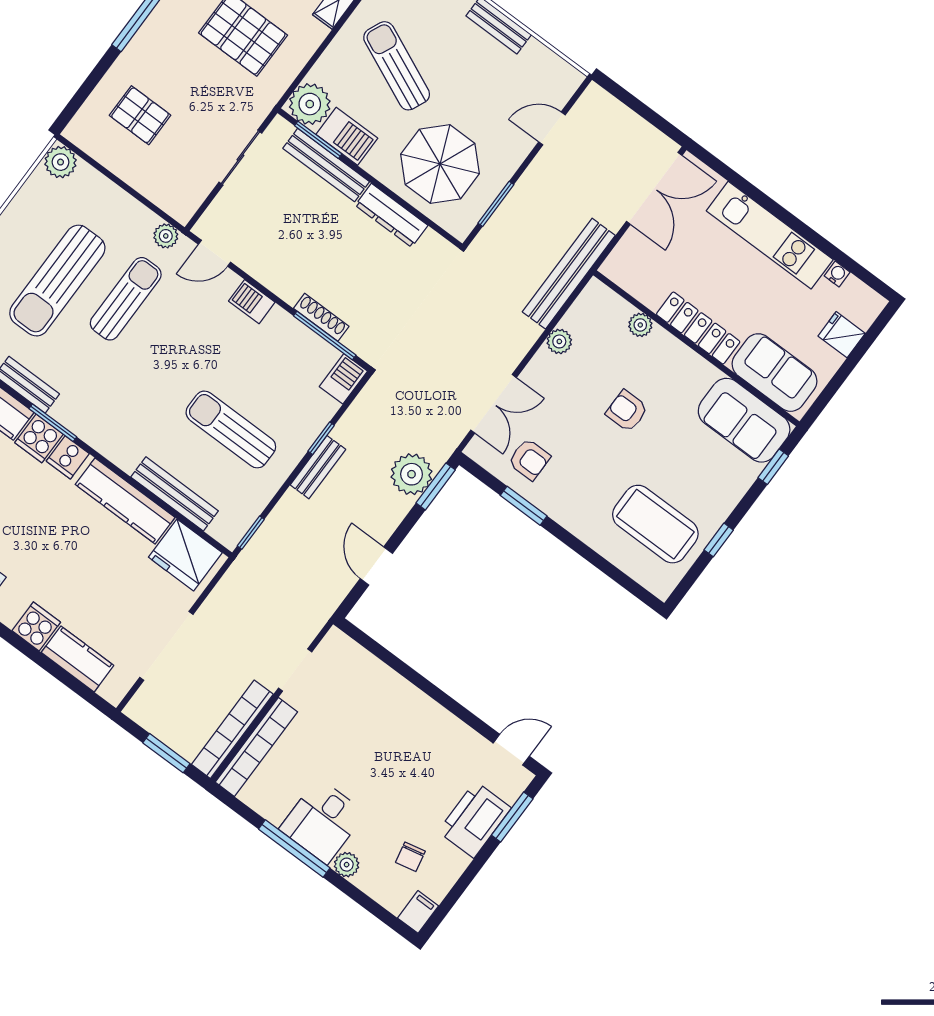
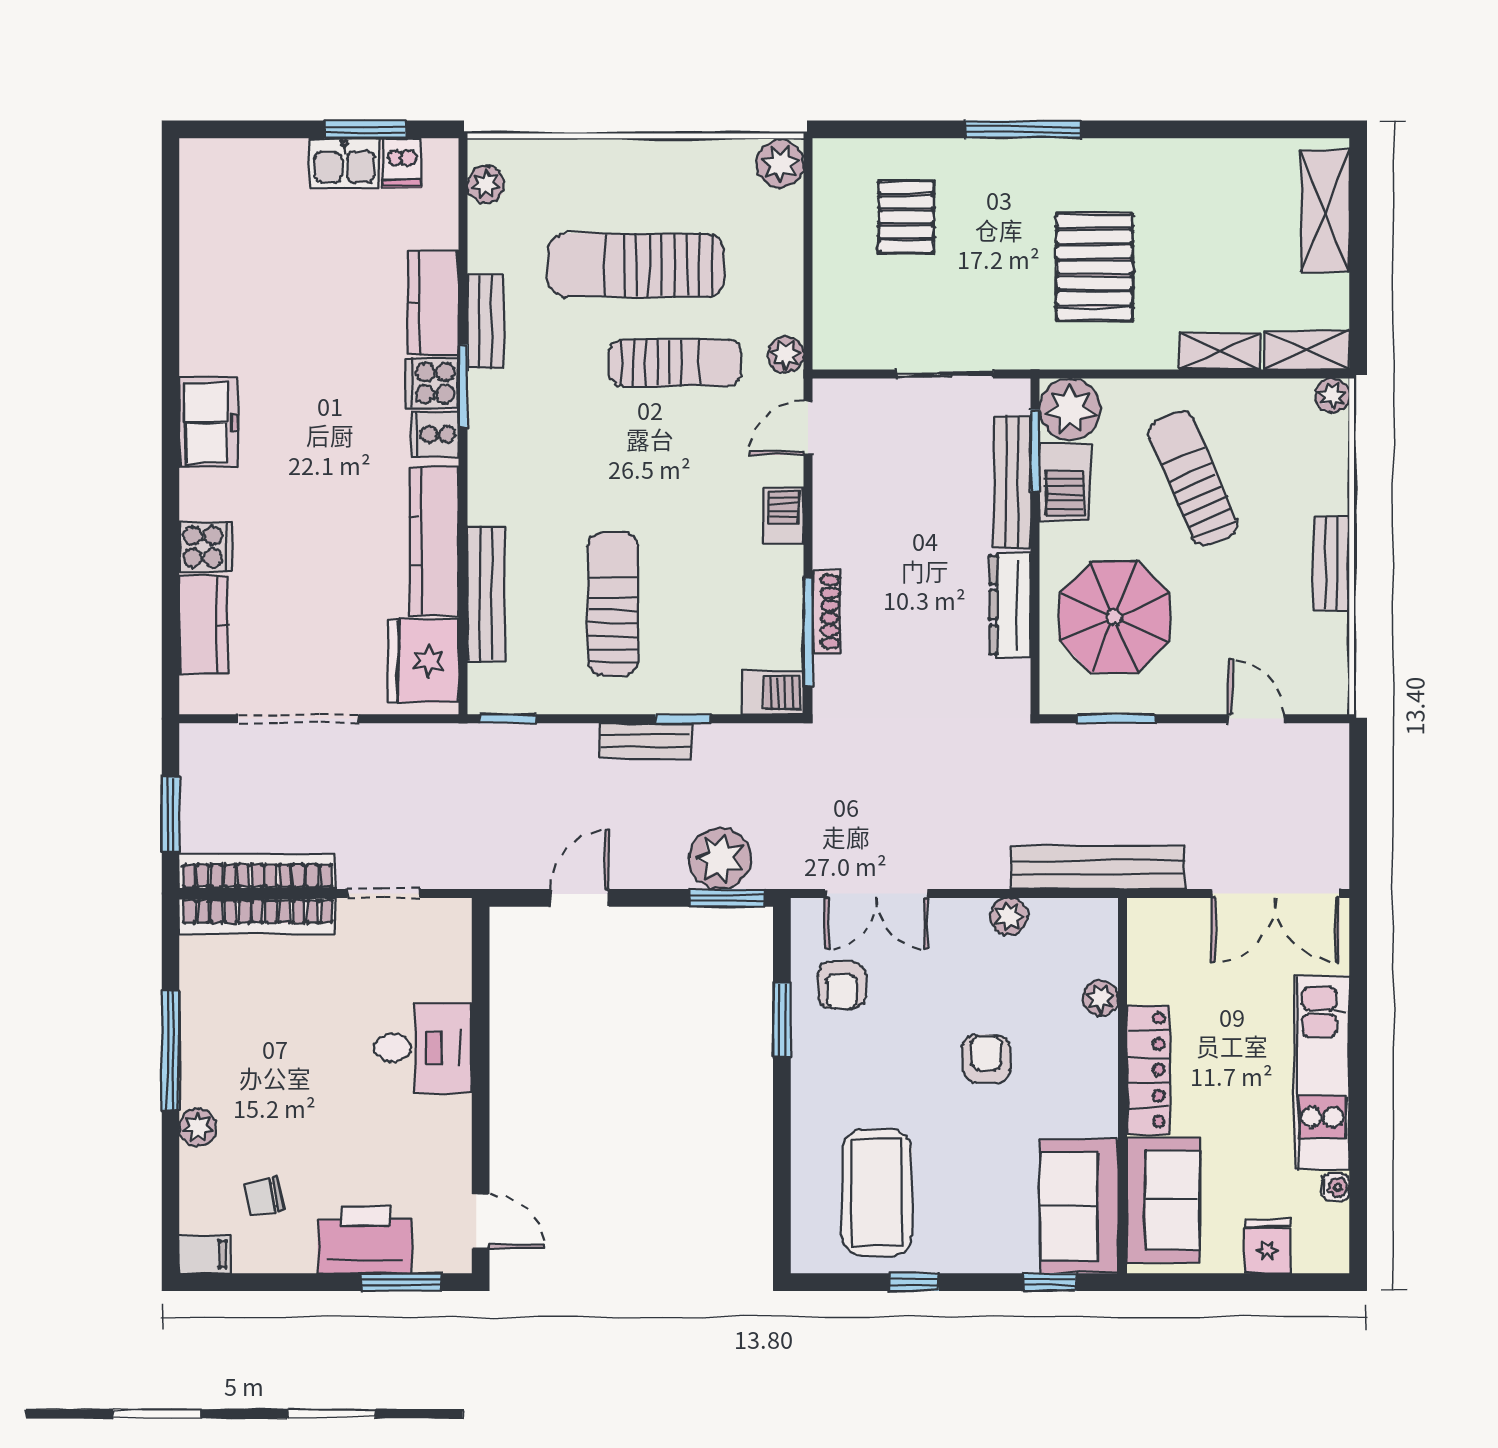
sun lounger: (397, 66) -> (1193, 478), turned -47
door: (214, 253) -> (808, 428), hinge flipped
desk: (322, 821) -> (423, 1048), moved, turned 180

